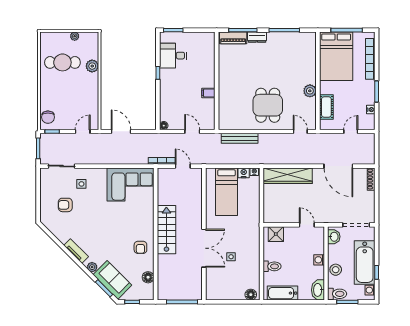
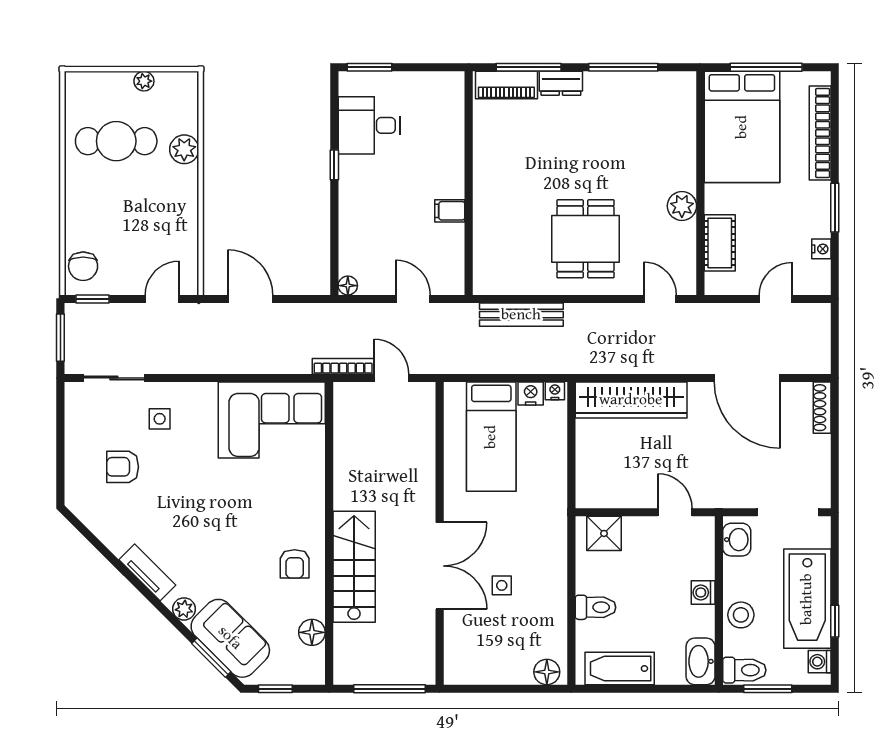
stairs: (166, 230) -> (354, 567), moved

